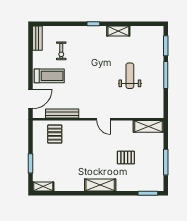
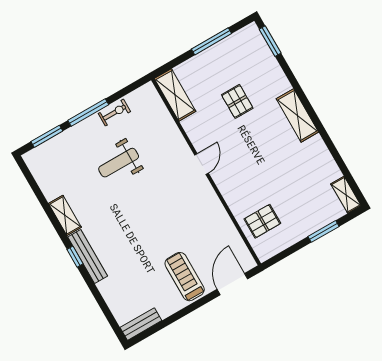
exercise bike: (61, 51) -> (114, 113), moved
door: (31, 99) -> (232, 284), hinge flipped
bench: (62, 114) -> (88, 256), moved

